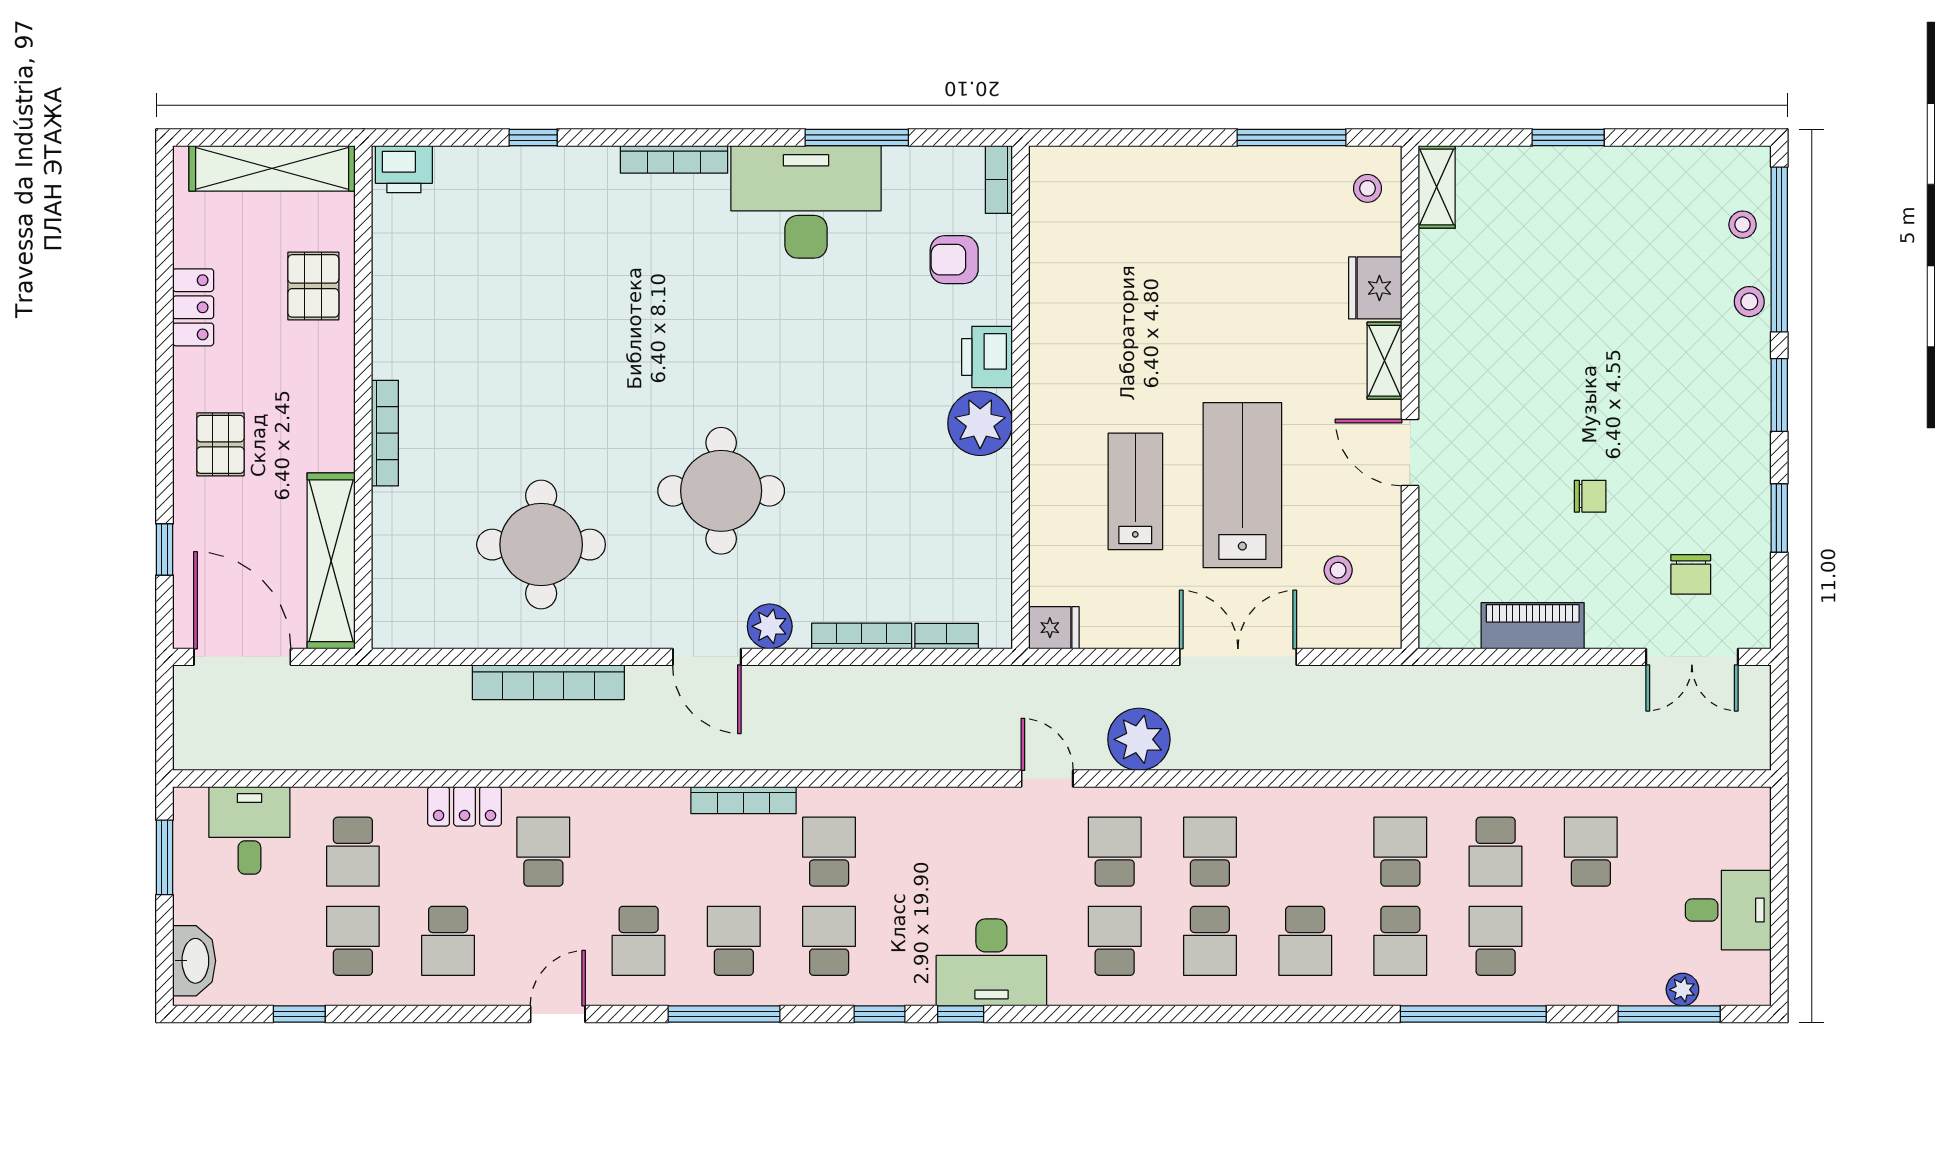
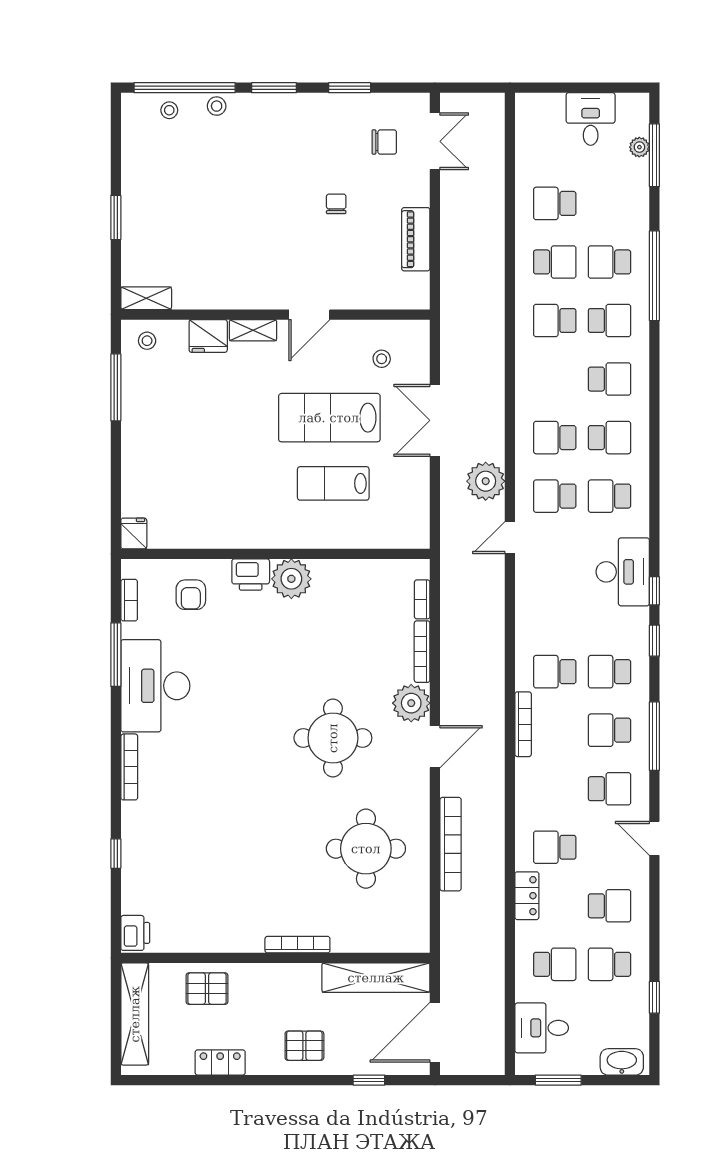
bookcase: (999, 180) -> (129, 600), moved, turned -90
plant: (770, 626) -> (411, 703), width x1.36, depth x1.36
fridge: (1054, 628) -> (134, 533), moved

